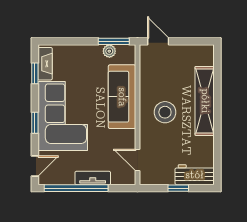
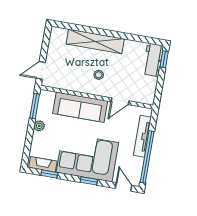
plant: (109, 51) -> (39, 126), moved
stool: (165, 112) -> (99, 75), width x0.53, depth x0.53
door: (138, 160) -> (120, 101), moved
tv unit: (93, 178) -> (142, 136), width x1.41
window: (178, 188) -> (164, 59), moved

